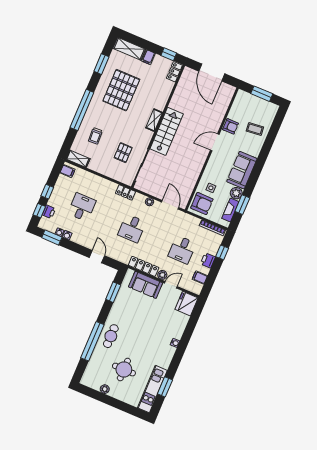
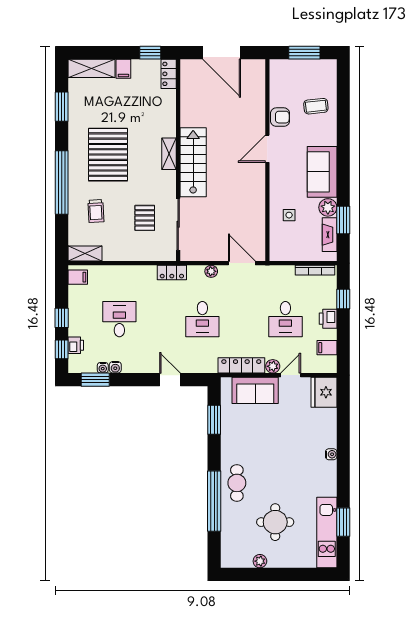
pallet: (121, 90) -> (108, 155), moved
armchair: (202, 204) -> (286, 243), removed

